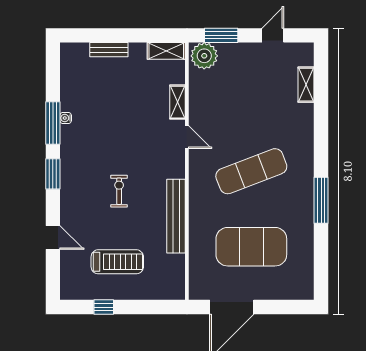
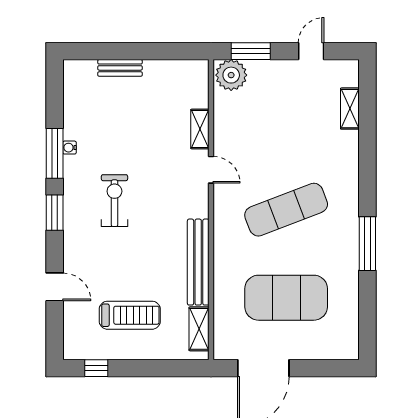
shelving: (166, 51) -> (199, 329), moved, turned 90
exercise bike: (119, 191) -> (114, 201), moved, width x1.38, depth x1.39
window: (104, 307) -> (96, 368), moved

